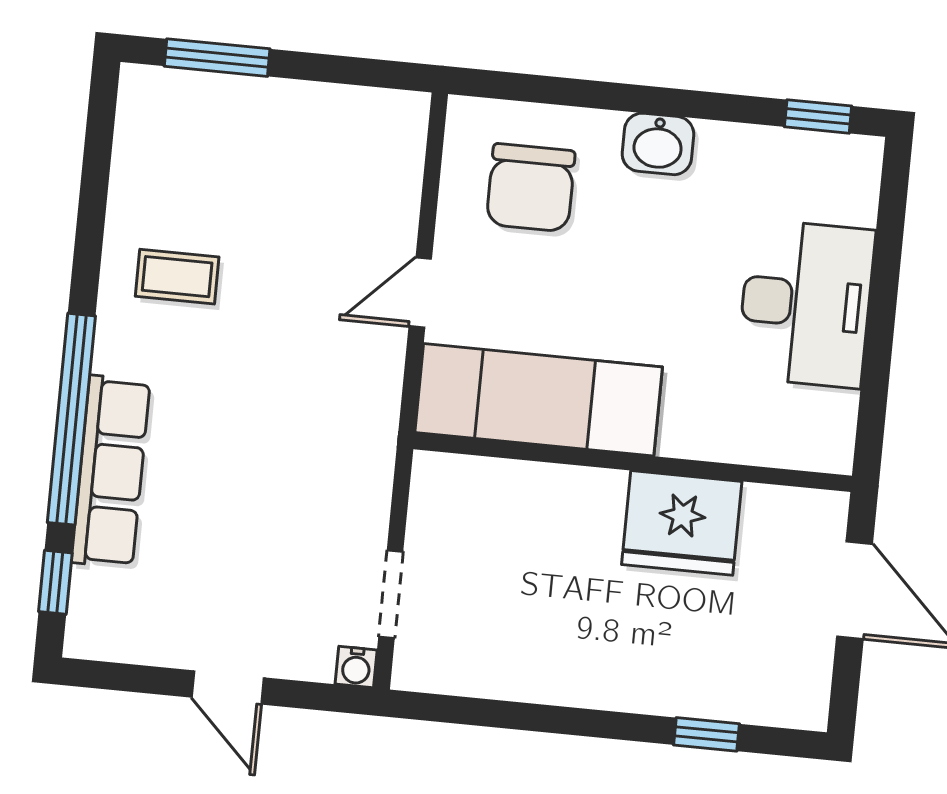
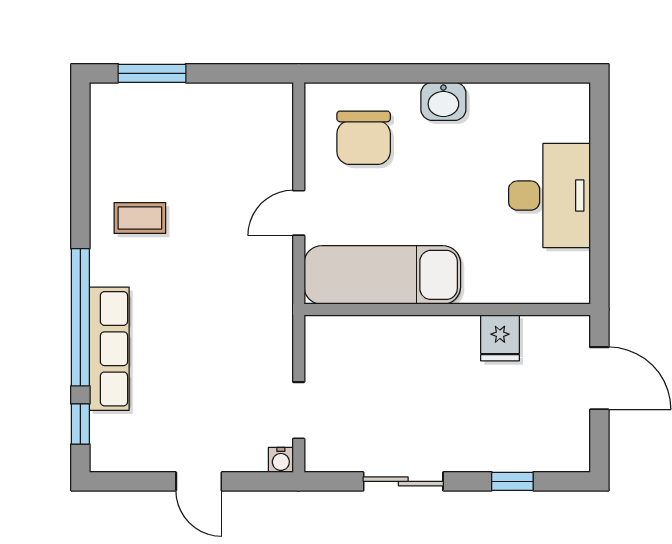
window: (818, 116) -> (545, 73), removed
fridge: (682, 523) -> (500, 338), width x0.53, depth x0.75
sliding door: (540, 718) -> (403, 481), added

